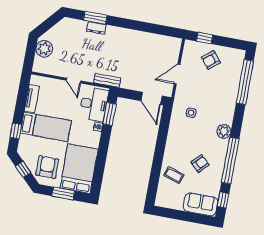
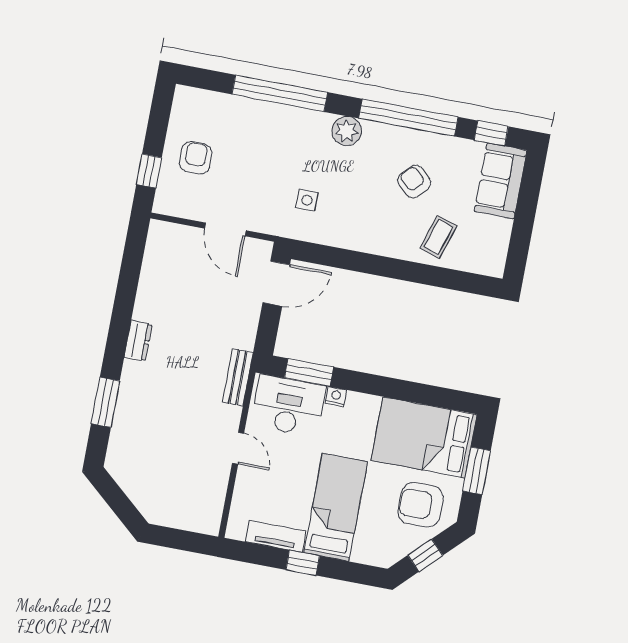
dresser: (96, 28) -> (138, 341), moved
plant: (44, 49) -> (171, 510), removed
armchair: (211, 60) -> (196, 158), turned -141
door: (74, 81) -> (238, 448), hinge flipped
window: (245, 82) -> (280, 93), moved
window: (16, 131) -> (303, 563), moved

